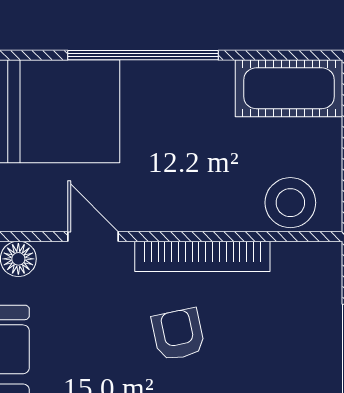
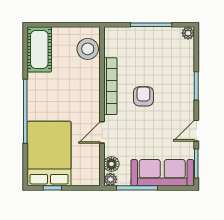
armchair: (178, 334) -> (143, 96), turned 102

